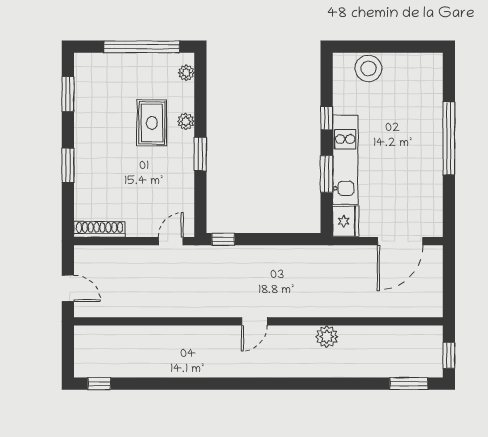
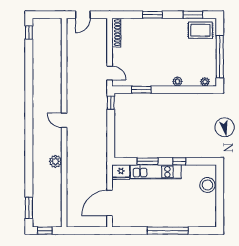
rug: (152, 123) -> (200, 30), moved
window: (200, 154) -> (141, 90), moved
door: (400, 241) -> (110, 203), hinge flipped

